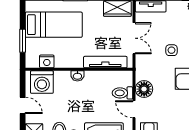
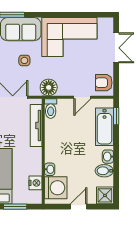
washbasin: (77, 76) -> (50, 169), moved
floor lamp: (144, 89) -> (49, 87), moved
toilet: (123, 93) -> (51, 109), moved

